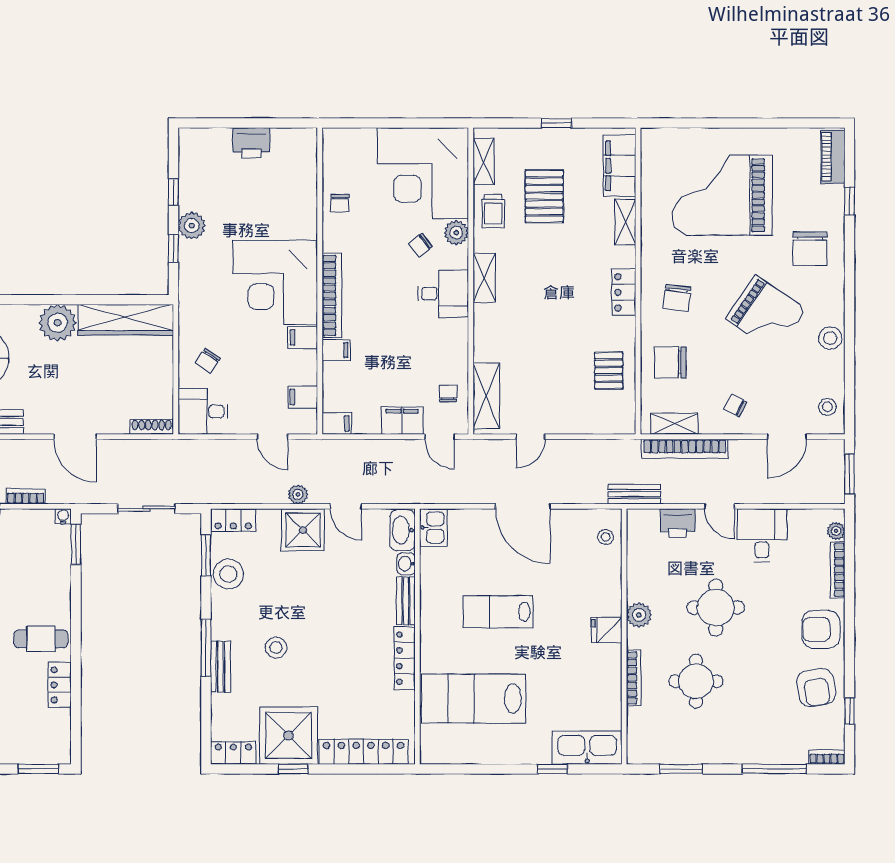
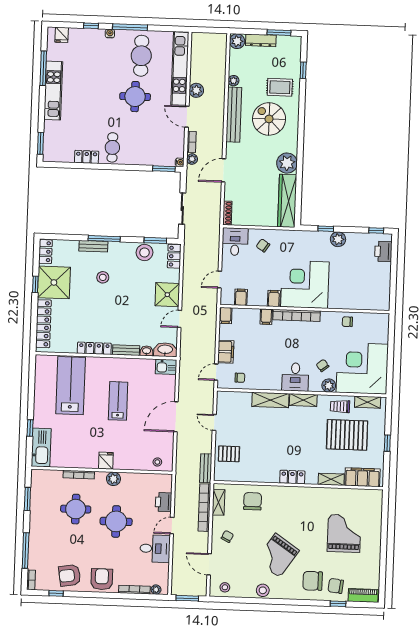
printer: (251, 143) -> (383, 251), moved
window: (173, 192) -> (376, 231), moved
grand piano: (722, 195) -> (344, 533), width x0.73, depth x0.68
pallet: (544, 196) -> (347, 435), width x1.37, depth x1.41
chair: (677, 298) -> (336, 586), moved
pallet: (609, 370) -> (229, 454), moved
shelving: (486, 396) -> (270, 400), moved
plant: (298, 494) -> (192, 159), moved
bench: (634, 494) -> (206, 468), moved

